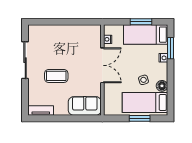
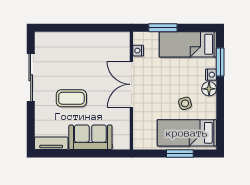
window: (141, 22) -> (163, 28), moved
double door: (102, 65) -> (131, 84), swing flipped
floor lamp: (162, 86) -> (209, 89), moved
sofa: (85, 106) -> (90, 137), moved

